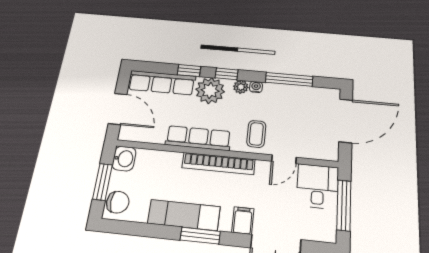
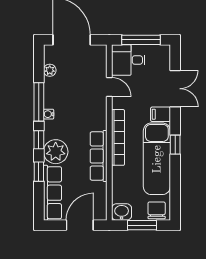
window: (289, 79) -> (39, 102), moved
plant: (241, 87) -> (50, 70), moved
coffee table: (256, 134) -> (90, 110), removed
exam couch: (184, 215) -> (157, 159), width x1.36, depth x1.45
window: (200, 236) -> (175, 145), width x0.67

